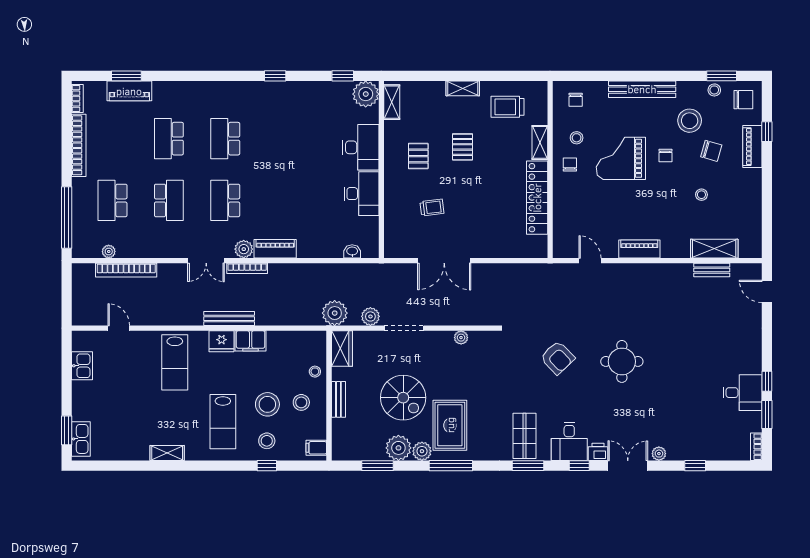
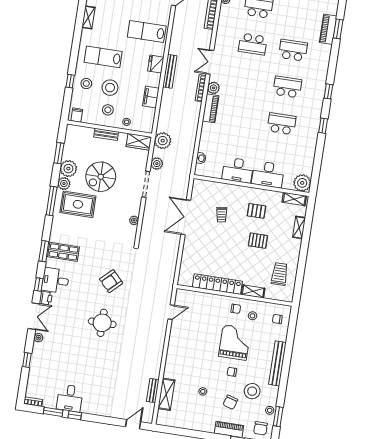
window: (343, 76) -> (328, 91), moved
shelving: (463, 88) -> (299, 227), moved
school desk: (225, 200) -> (282, 124), moved
piano: (639, 249) -> (174, 346), removed
filing cabinet: (251, 341) -> (151, 97), moved

